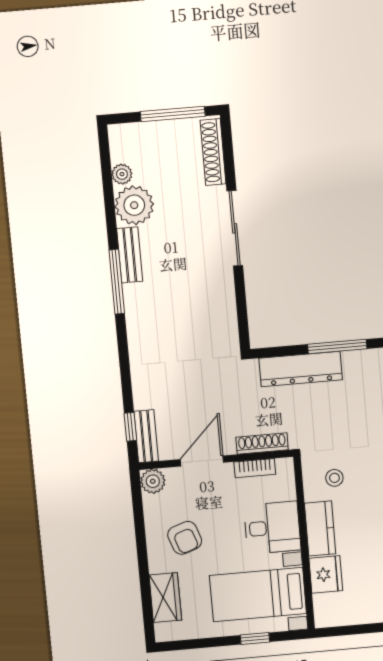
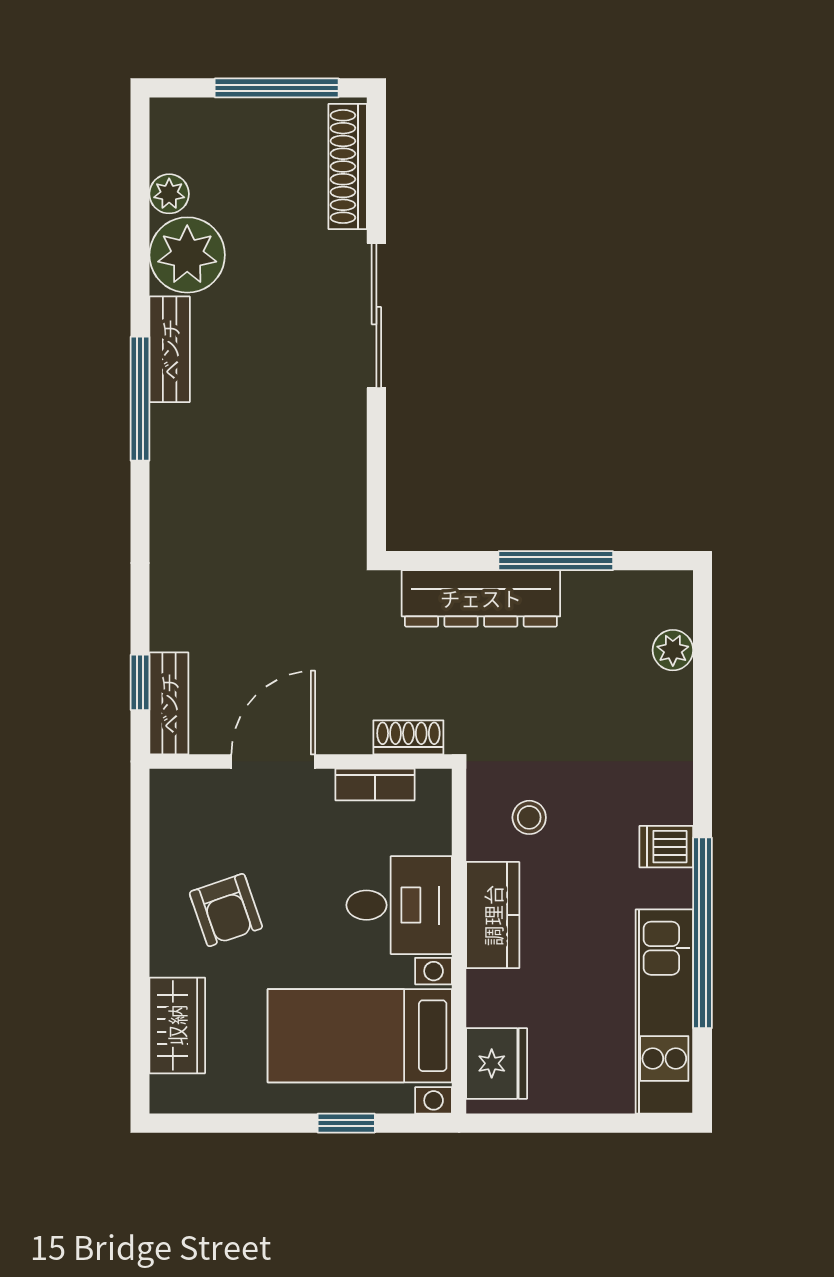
shoe rack: (262, 443) -> (408, 737), width x0.70
plant: (153, 481) -> (174, 793), removed
fridge: (326, 574) -> (497, 1063), moved

